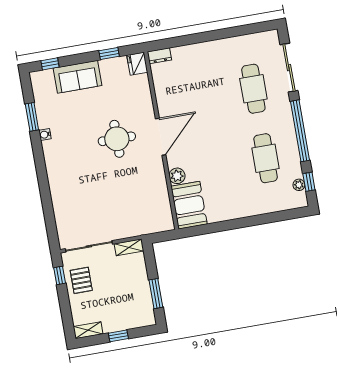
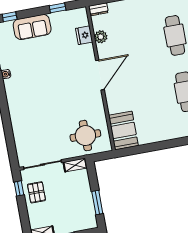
fridge: (137, 64) -> (84, 35), moved
round table: (117, 139) -> (85, 136), moved
plant: (177, 176) -> (101, 37), moved

